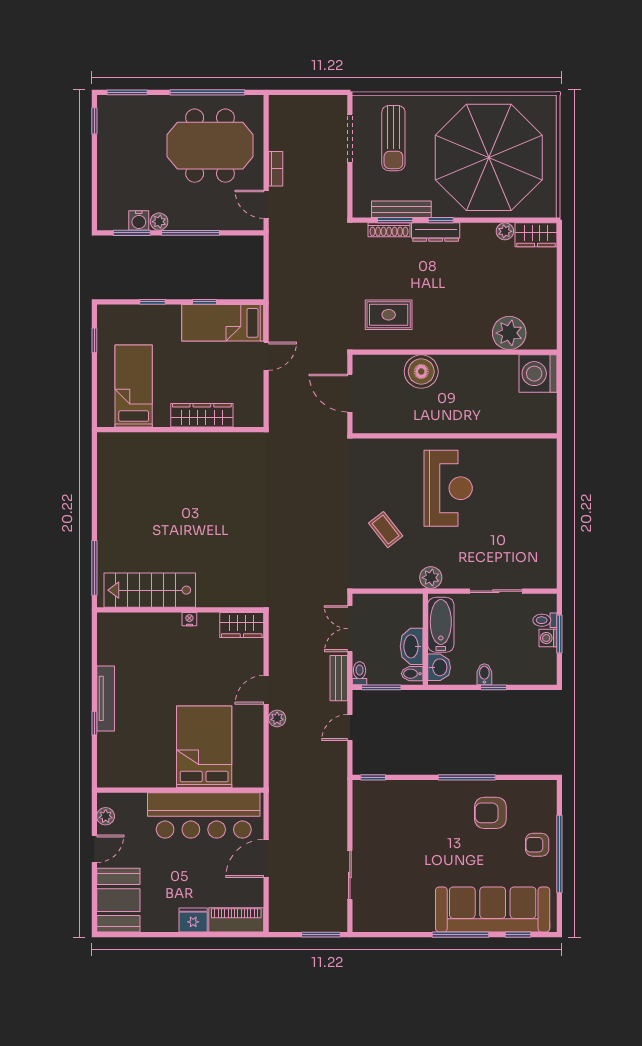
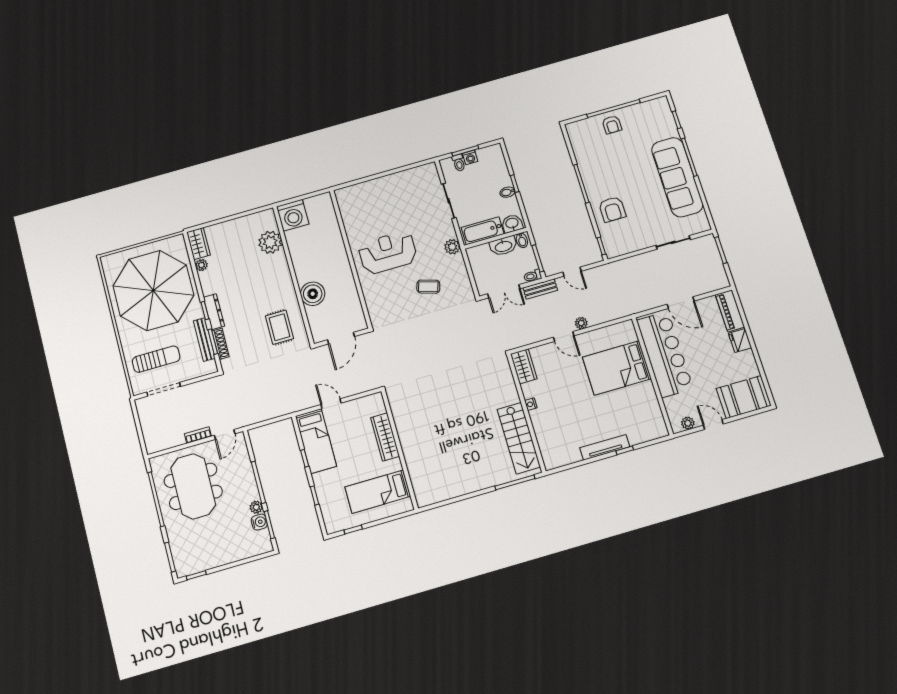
coffee table: (386, 530) -> (428, 287), turned 55
armchair: (490, 813) -> (612, 209), moved
sofa: (493, 909) -> (677, 177), moved

